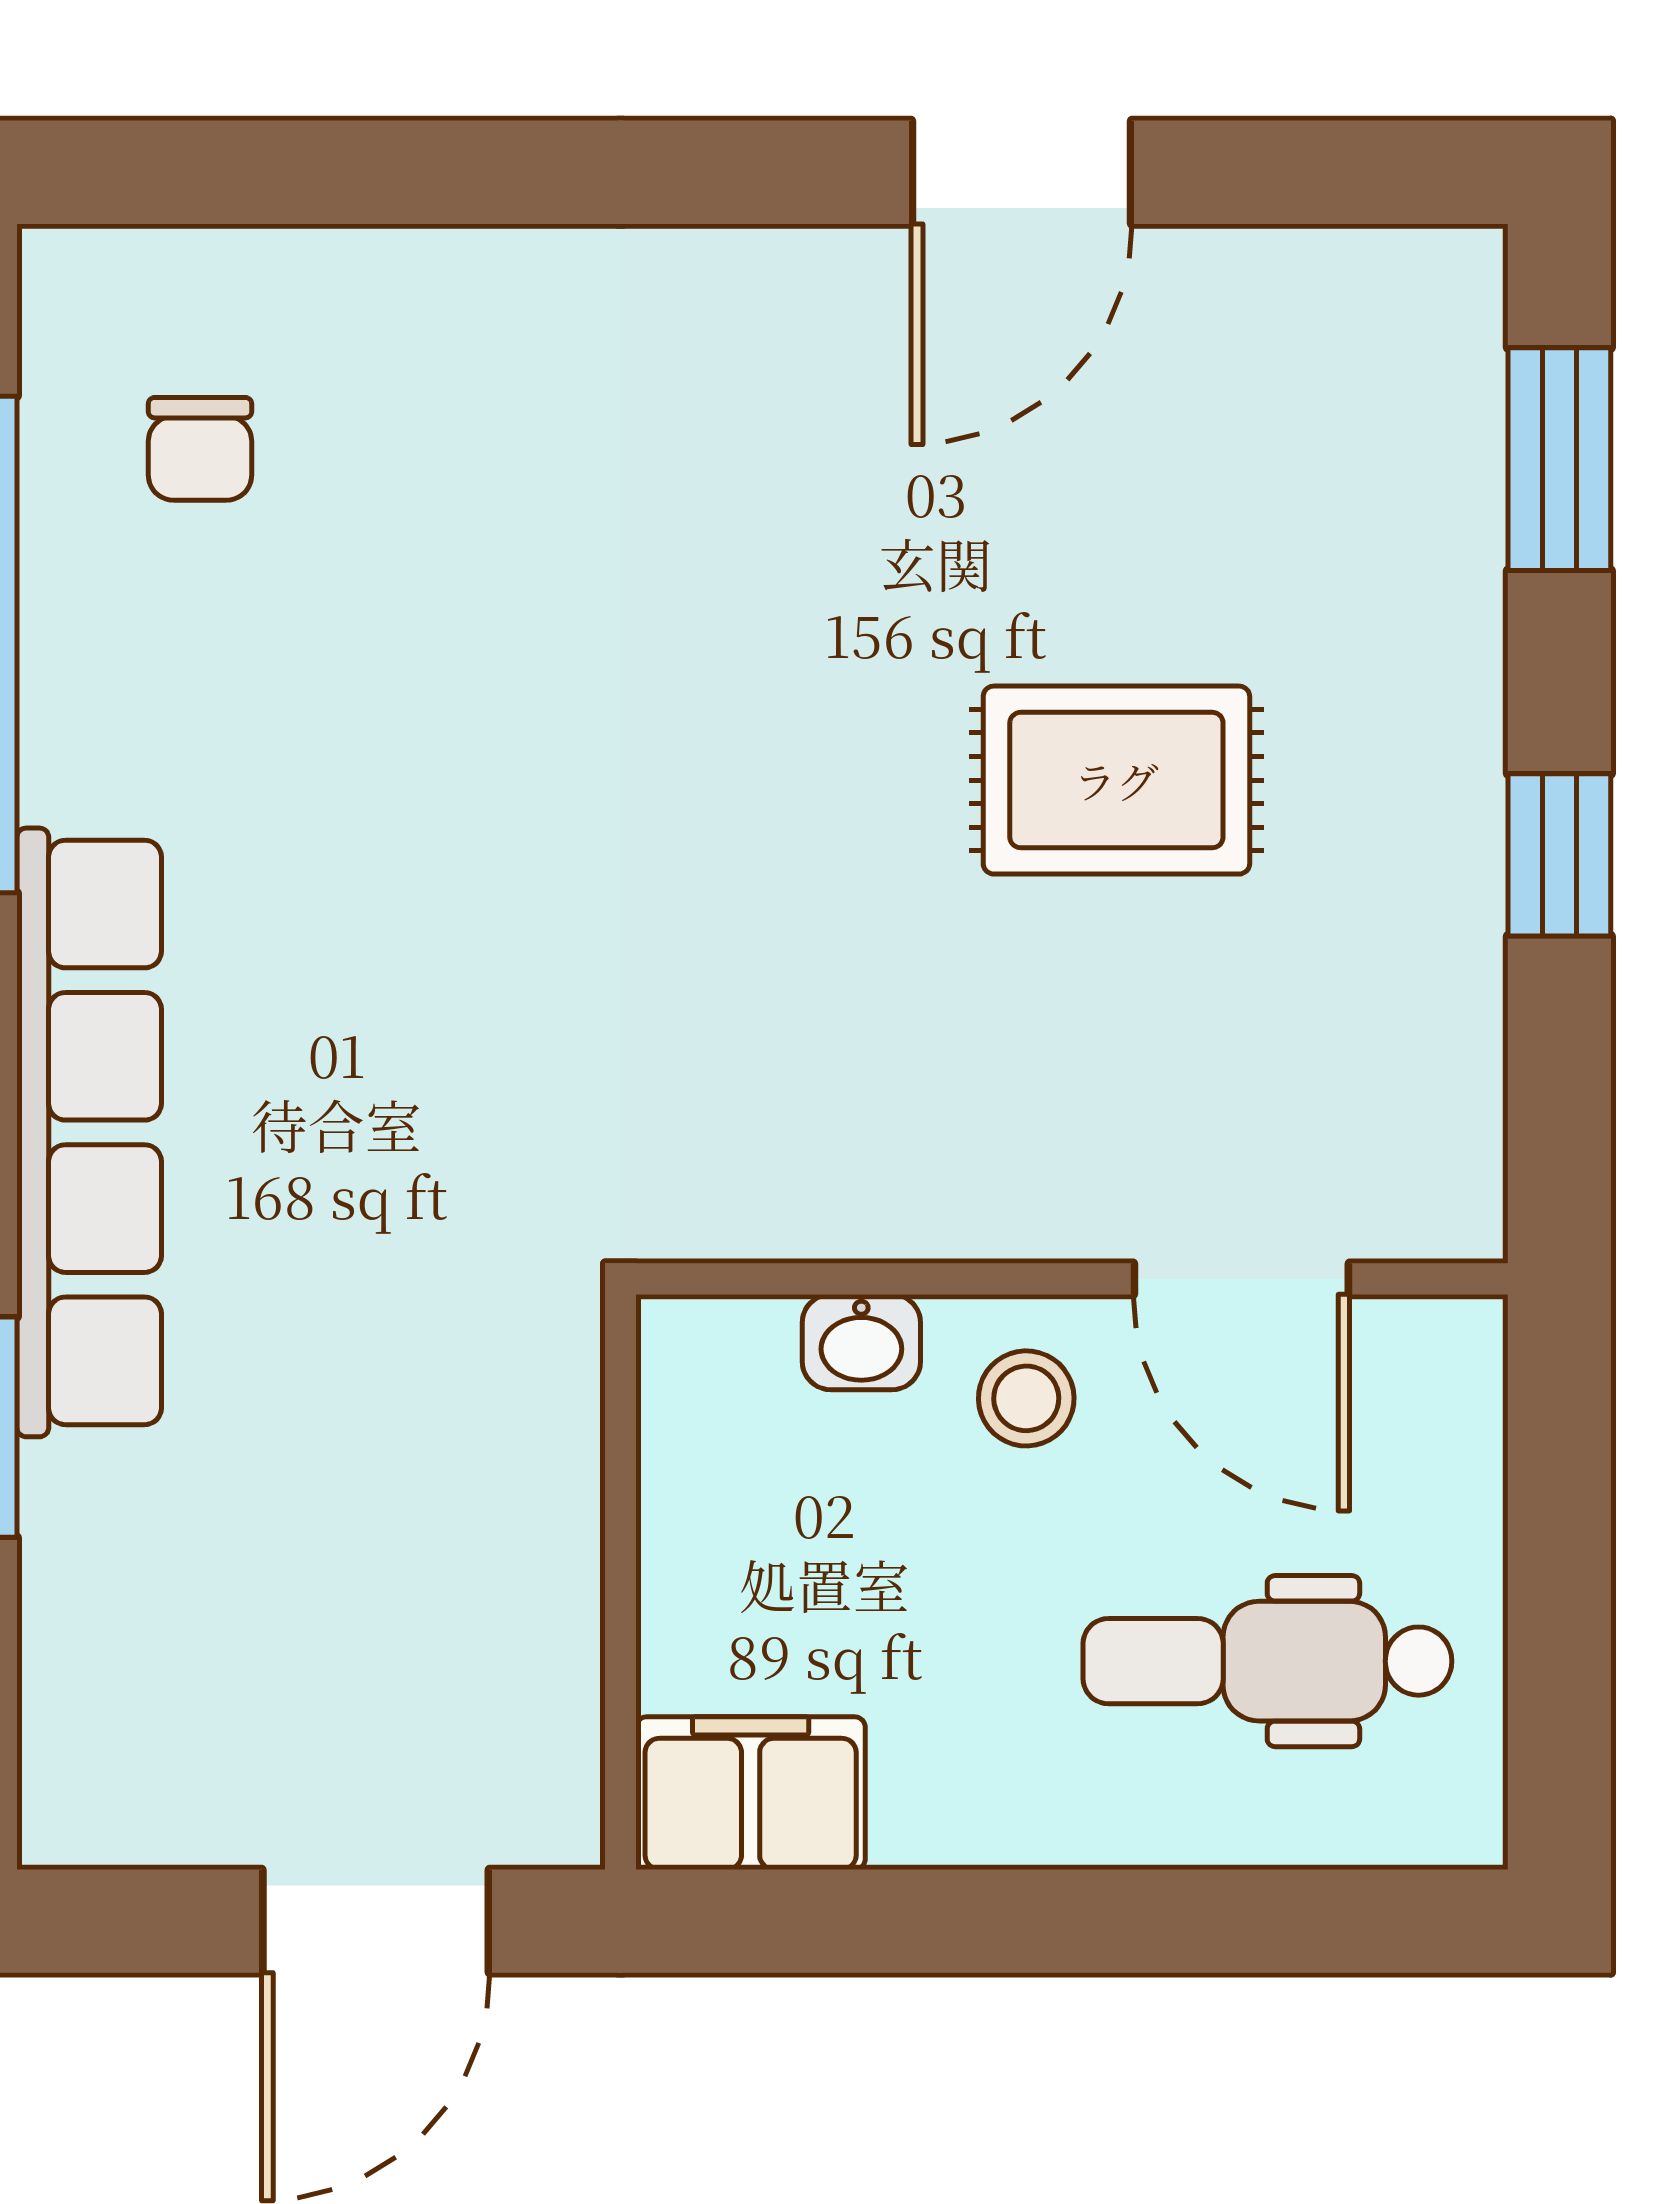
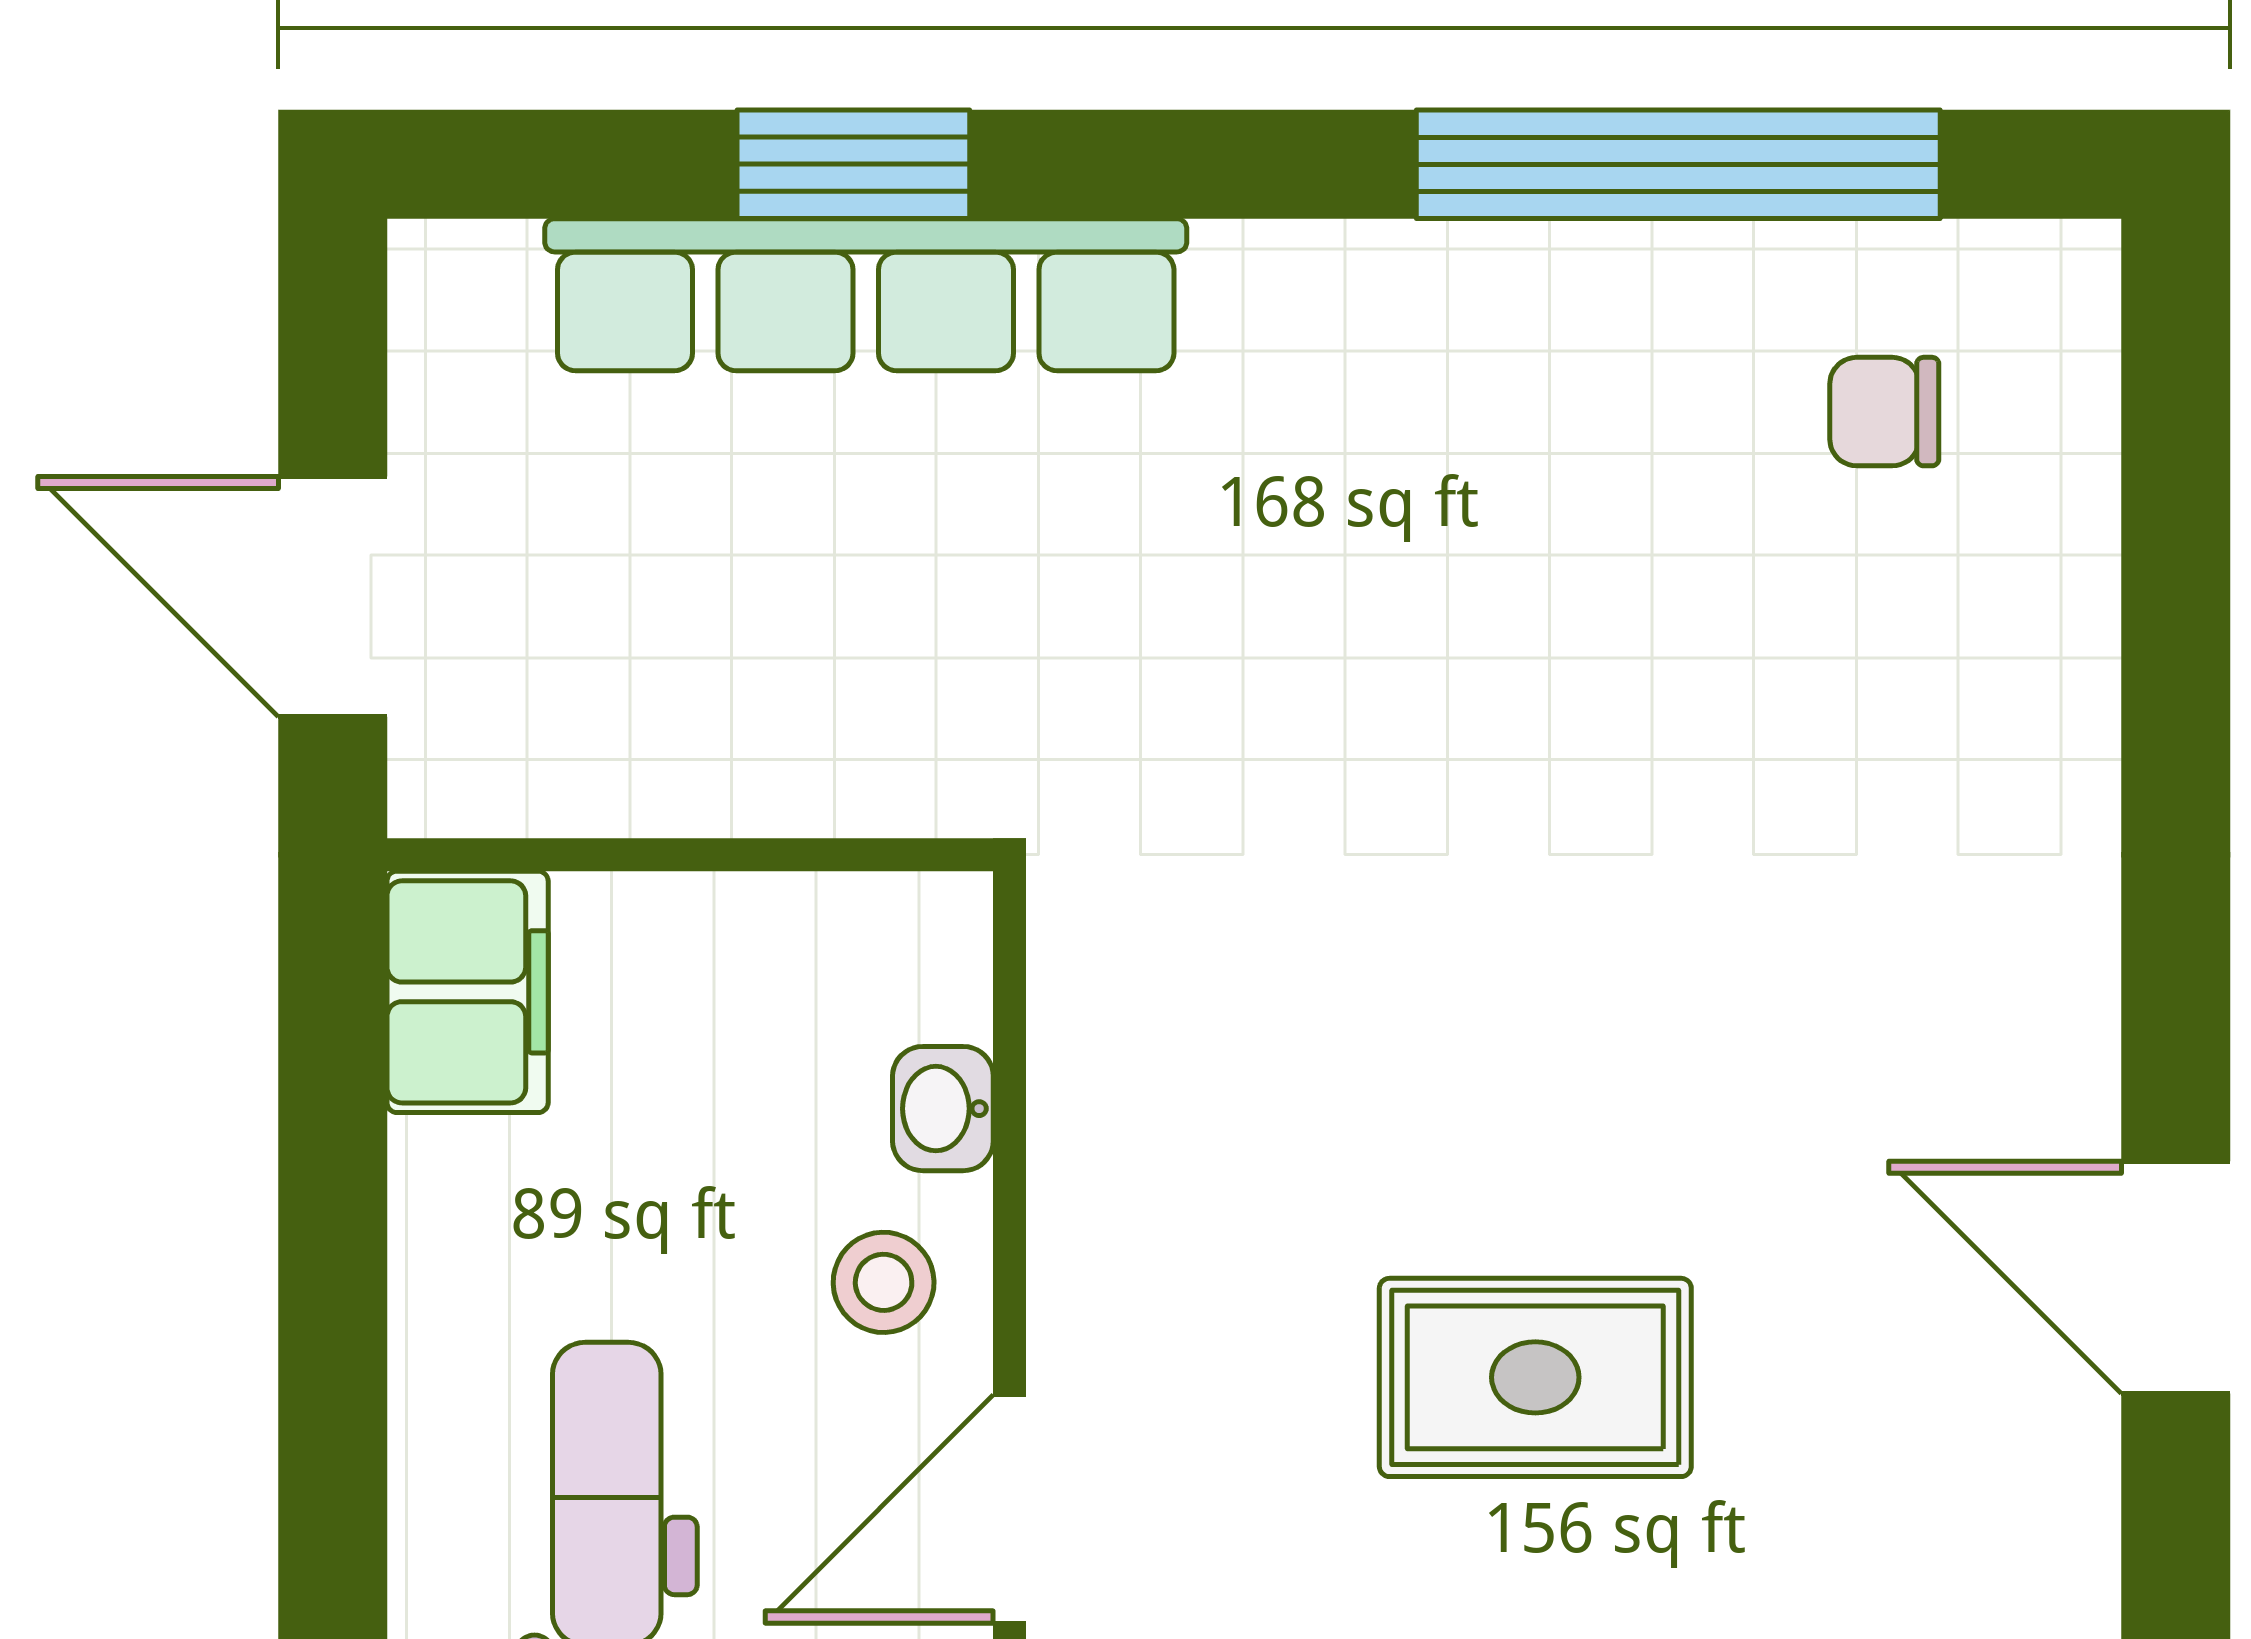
rug: (1116, 780) -> (1535, 1377), turned 90
row of seats: (89, 1132) -> (866, 295), moved

